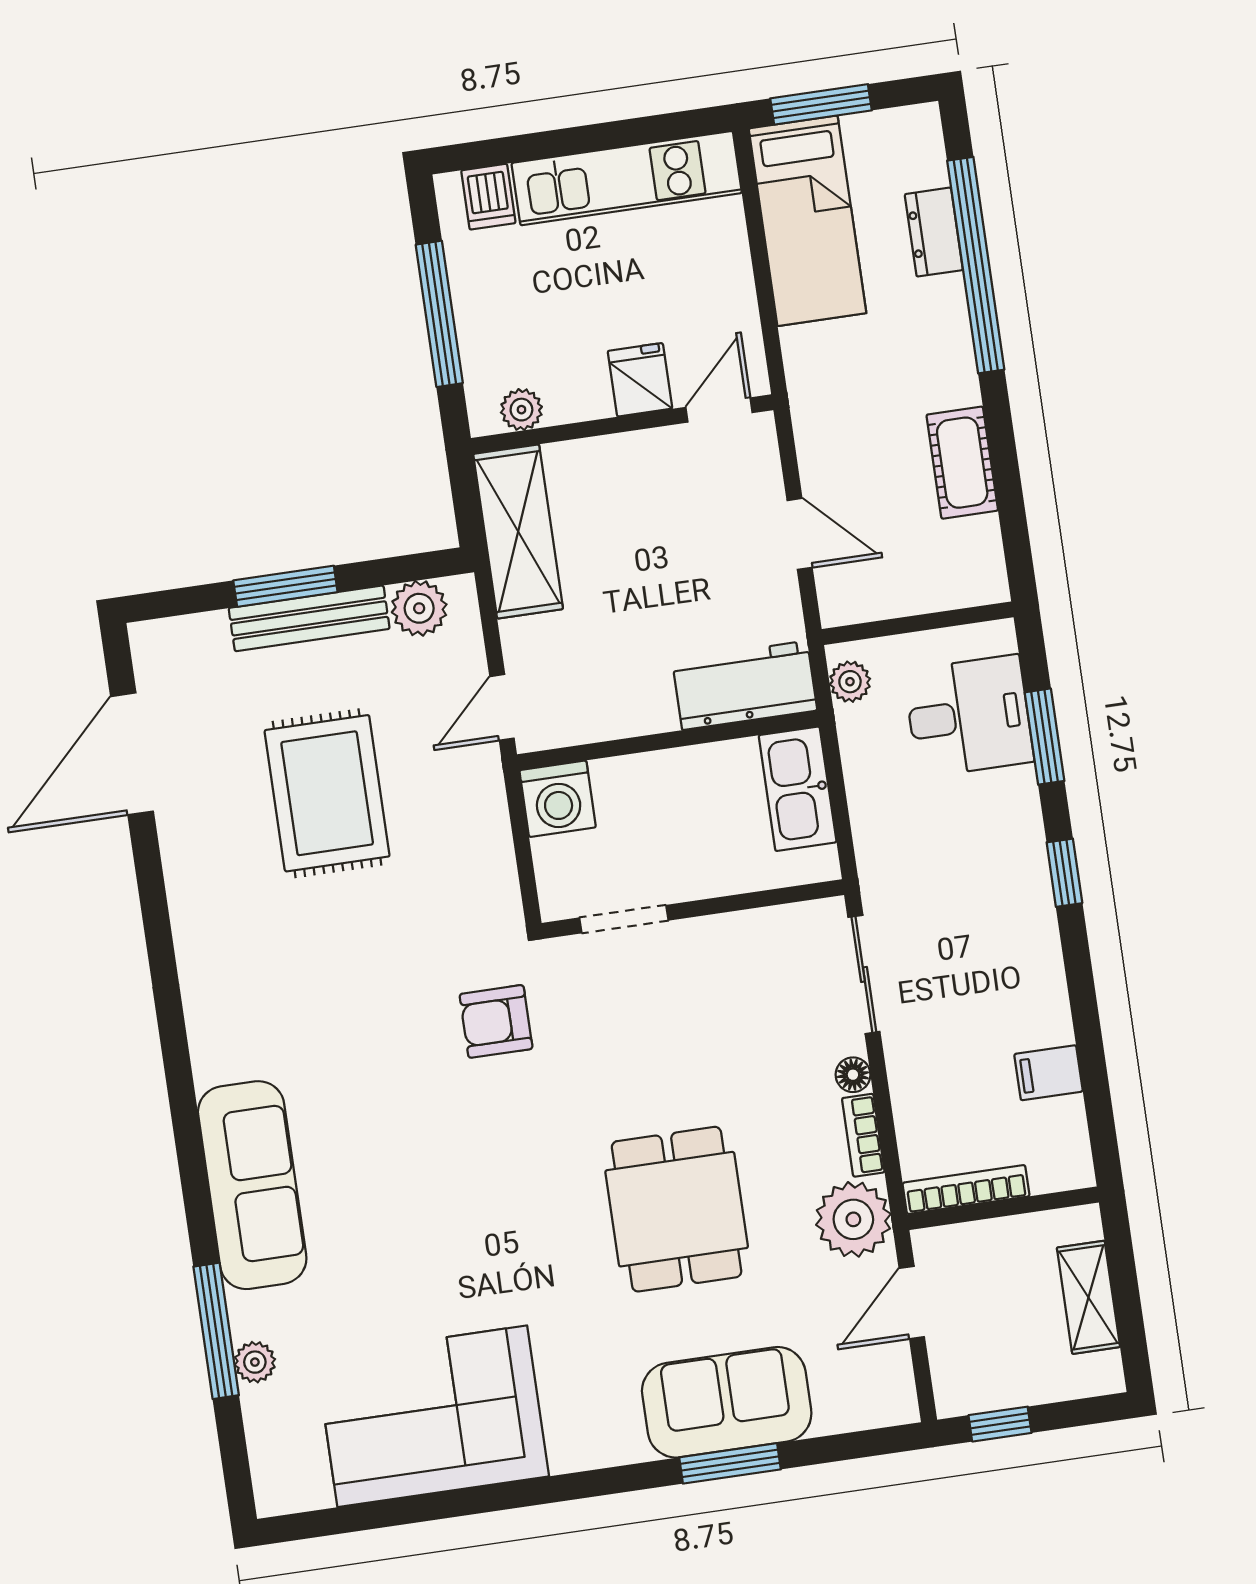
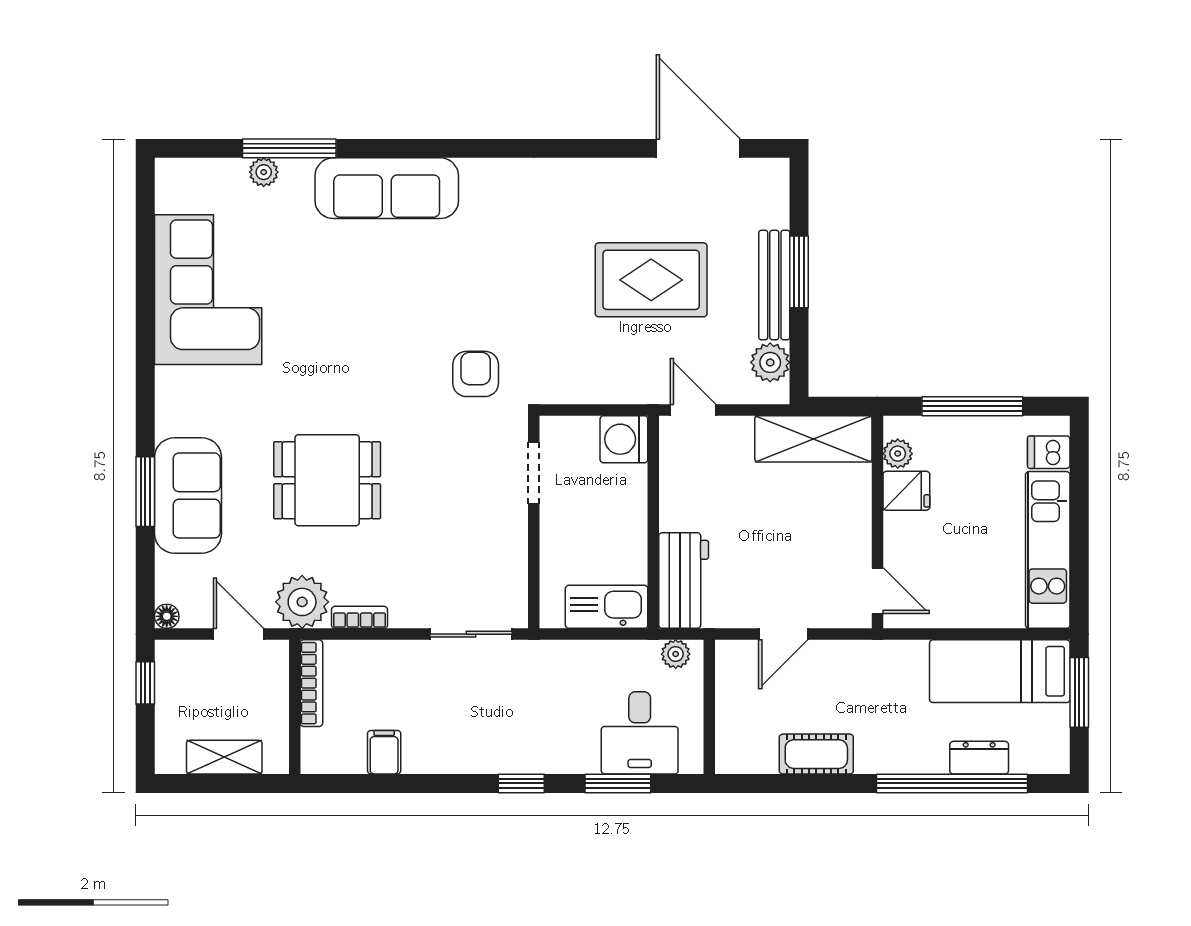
fridge: (640, 380) -> (906, 491), moved
floor lamp: (853, 1075) -> (167, 616), moved

